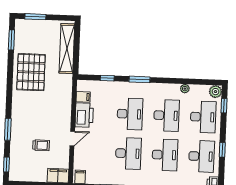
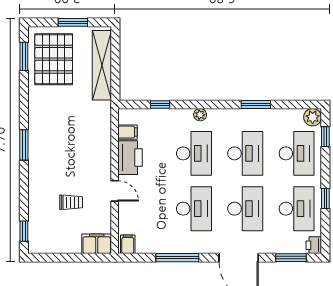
window: (35, 17) -> (73, 22), moved
pallet: (31, 72) -> (54, 59), moved
window: (139, 79) -> (256, 104), moved
plant: (185, 89) -> (200, 115), moved
window: (8, 129) -> (24, 145), moved
door: (72, 138) -> (115, 191), hinge flipped

